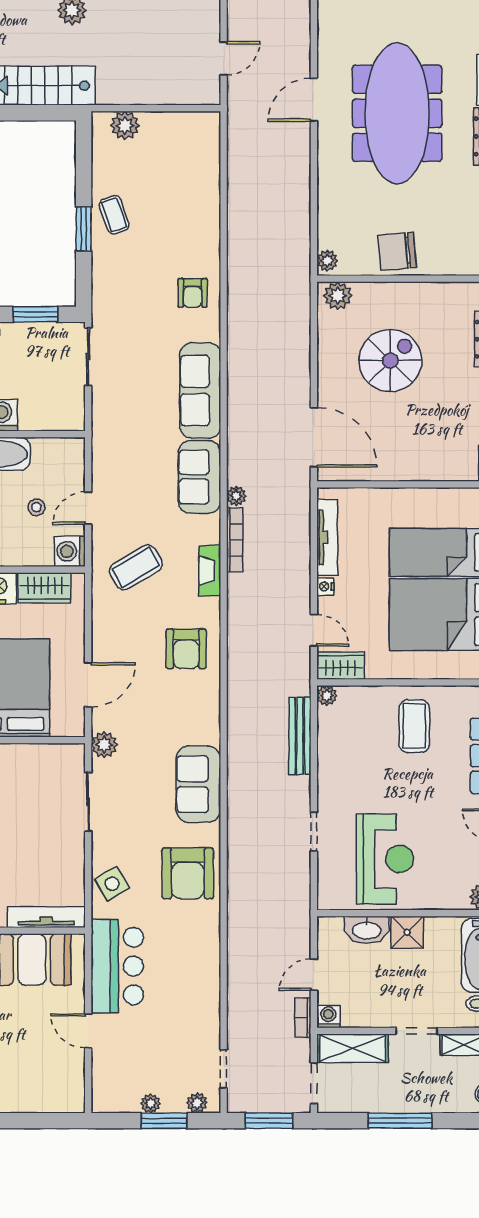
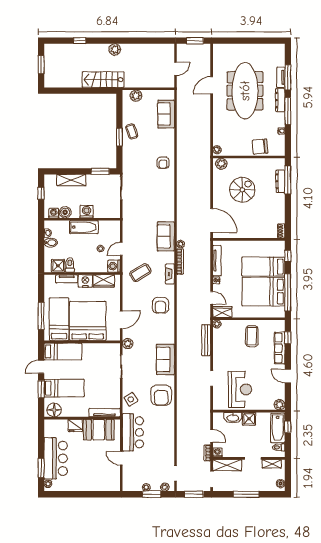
chair: (397, 251) -> (260, 147), moved
sofa: (200, 390) -> (166, 114), moved, width x0.73
door: (314, 975) -> (212, 436), swing flipped

